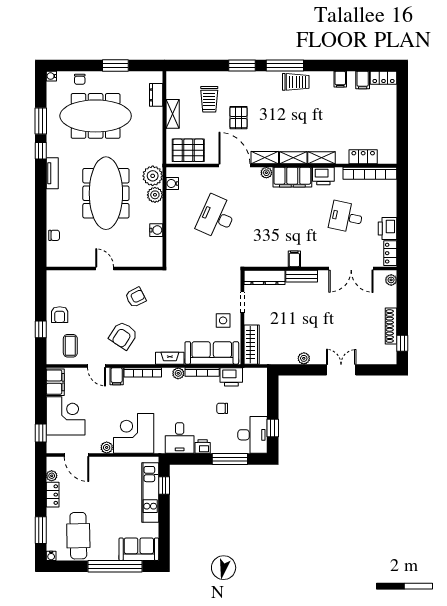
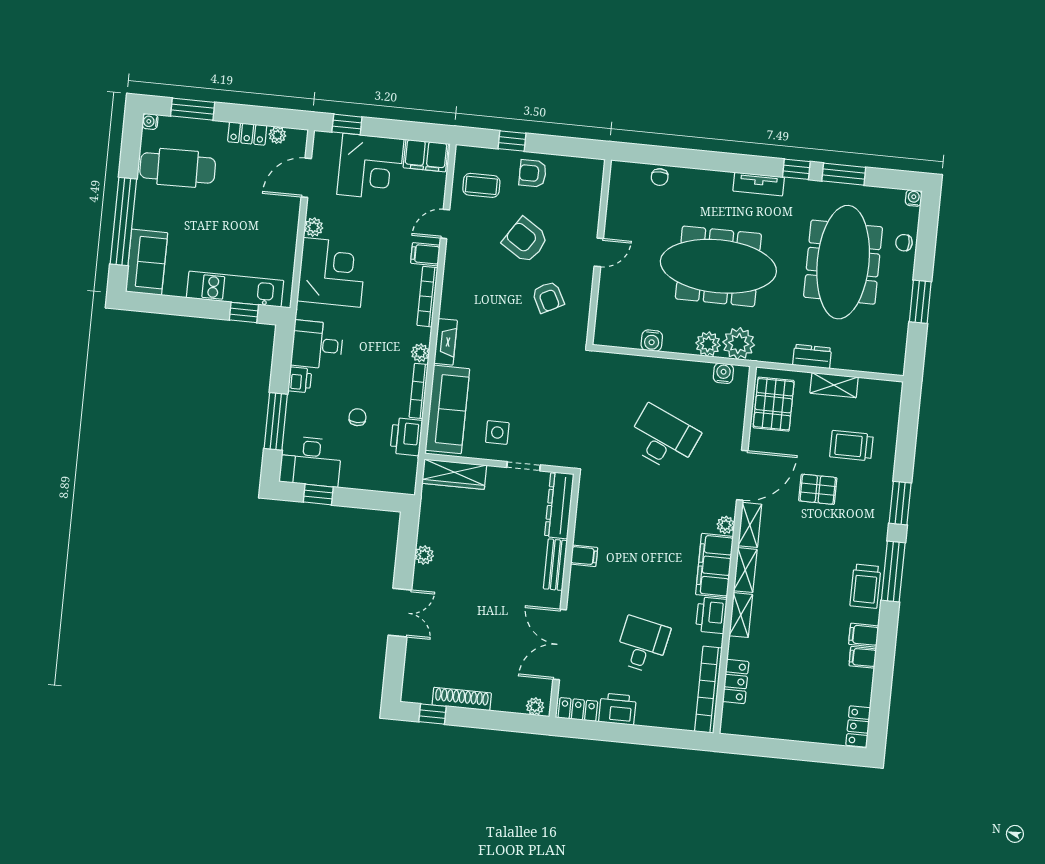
filing cabinet: (363, 80) -> (864, 635), moved
dresser: (156, 95) -> (812, 356), moved
armchair: (123, 335) -> (525, 240), moved

